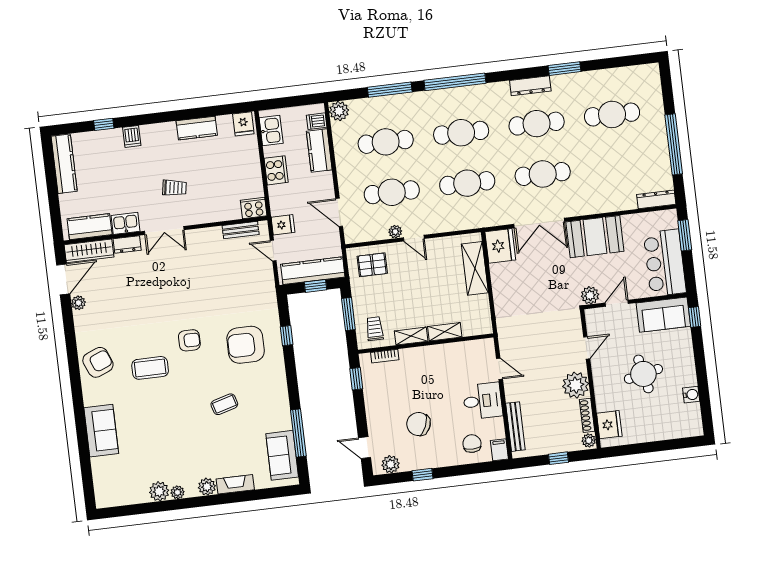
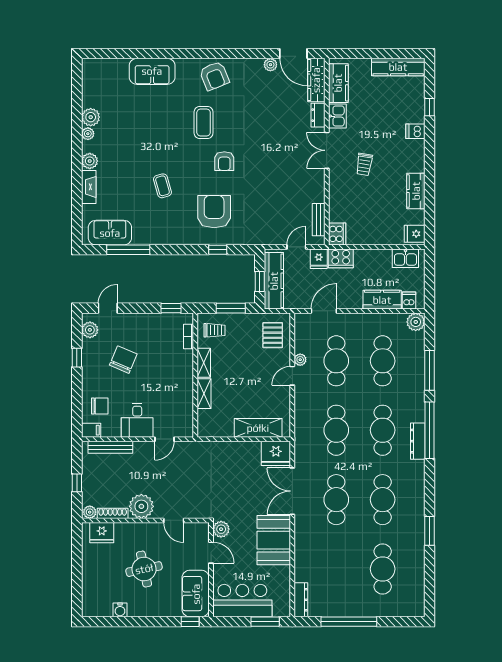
dresser: (530, 86) -> (418, 441), moved
cooker: (276, 170) -> (341, 258), moved

